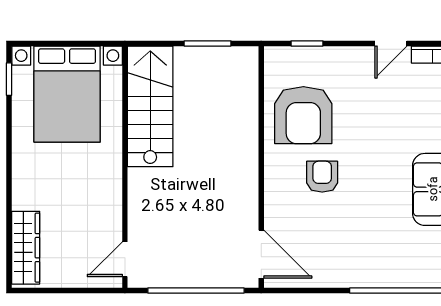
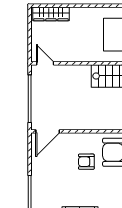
armchair: (322, 177) -> (86, 162), turned 180

